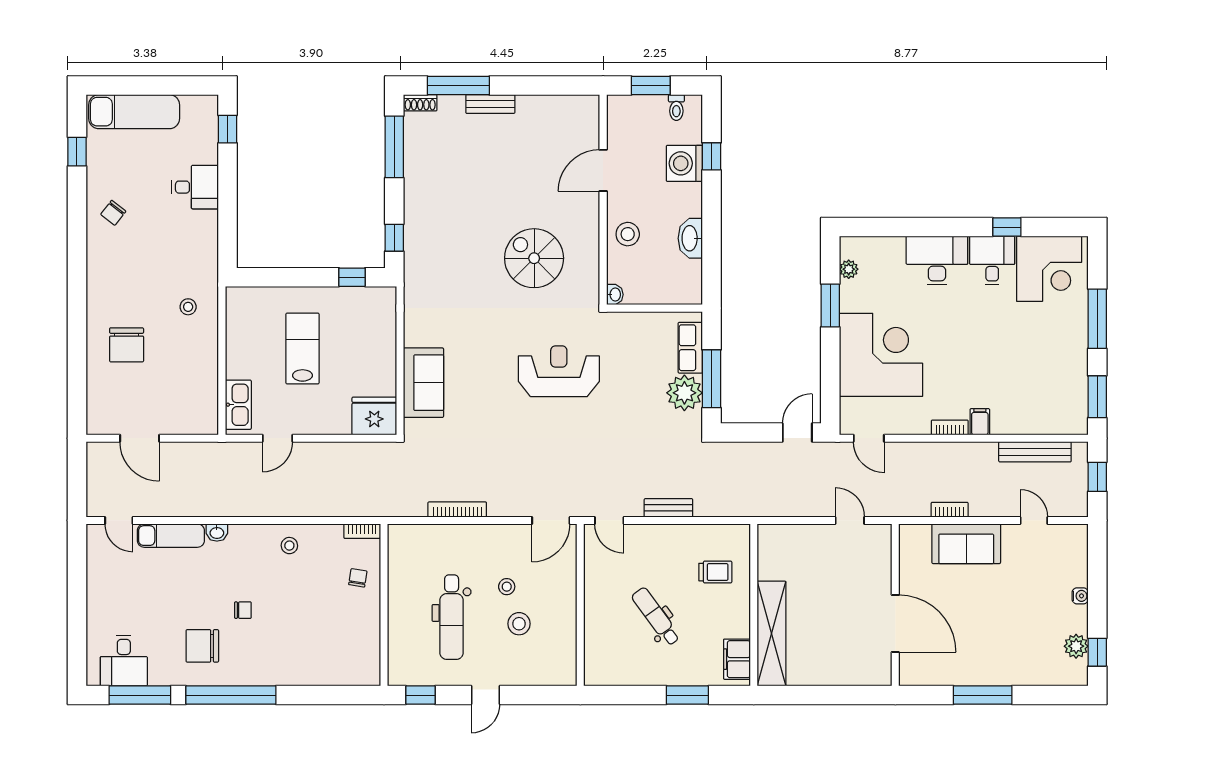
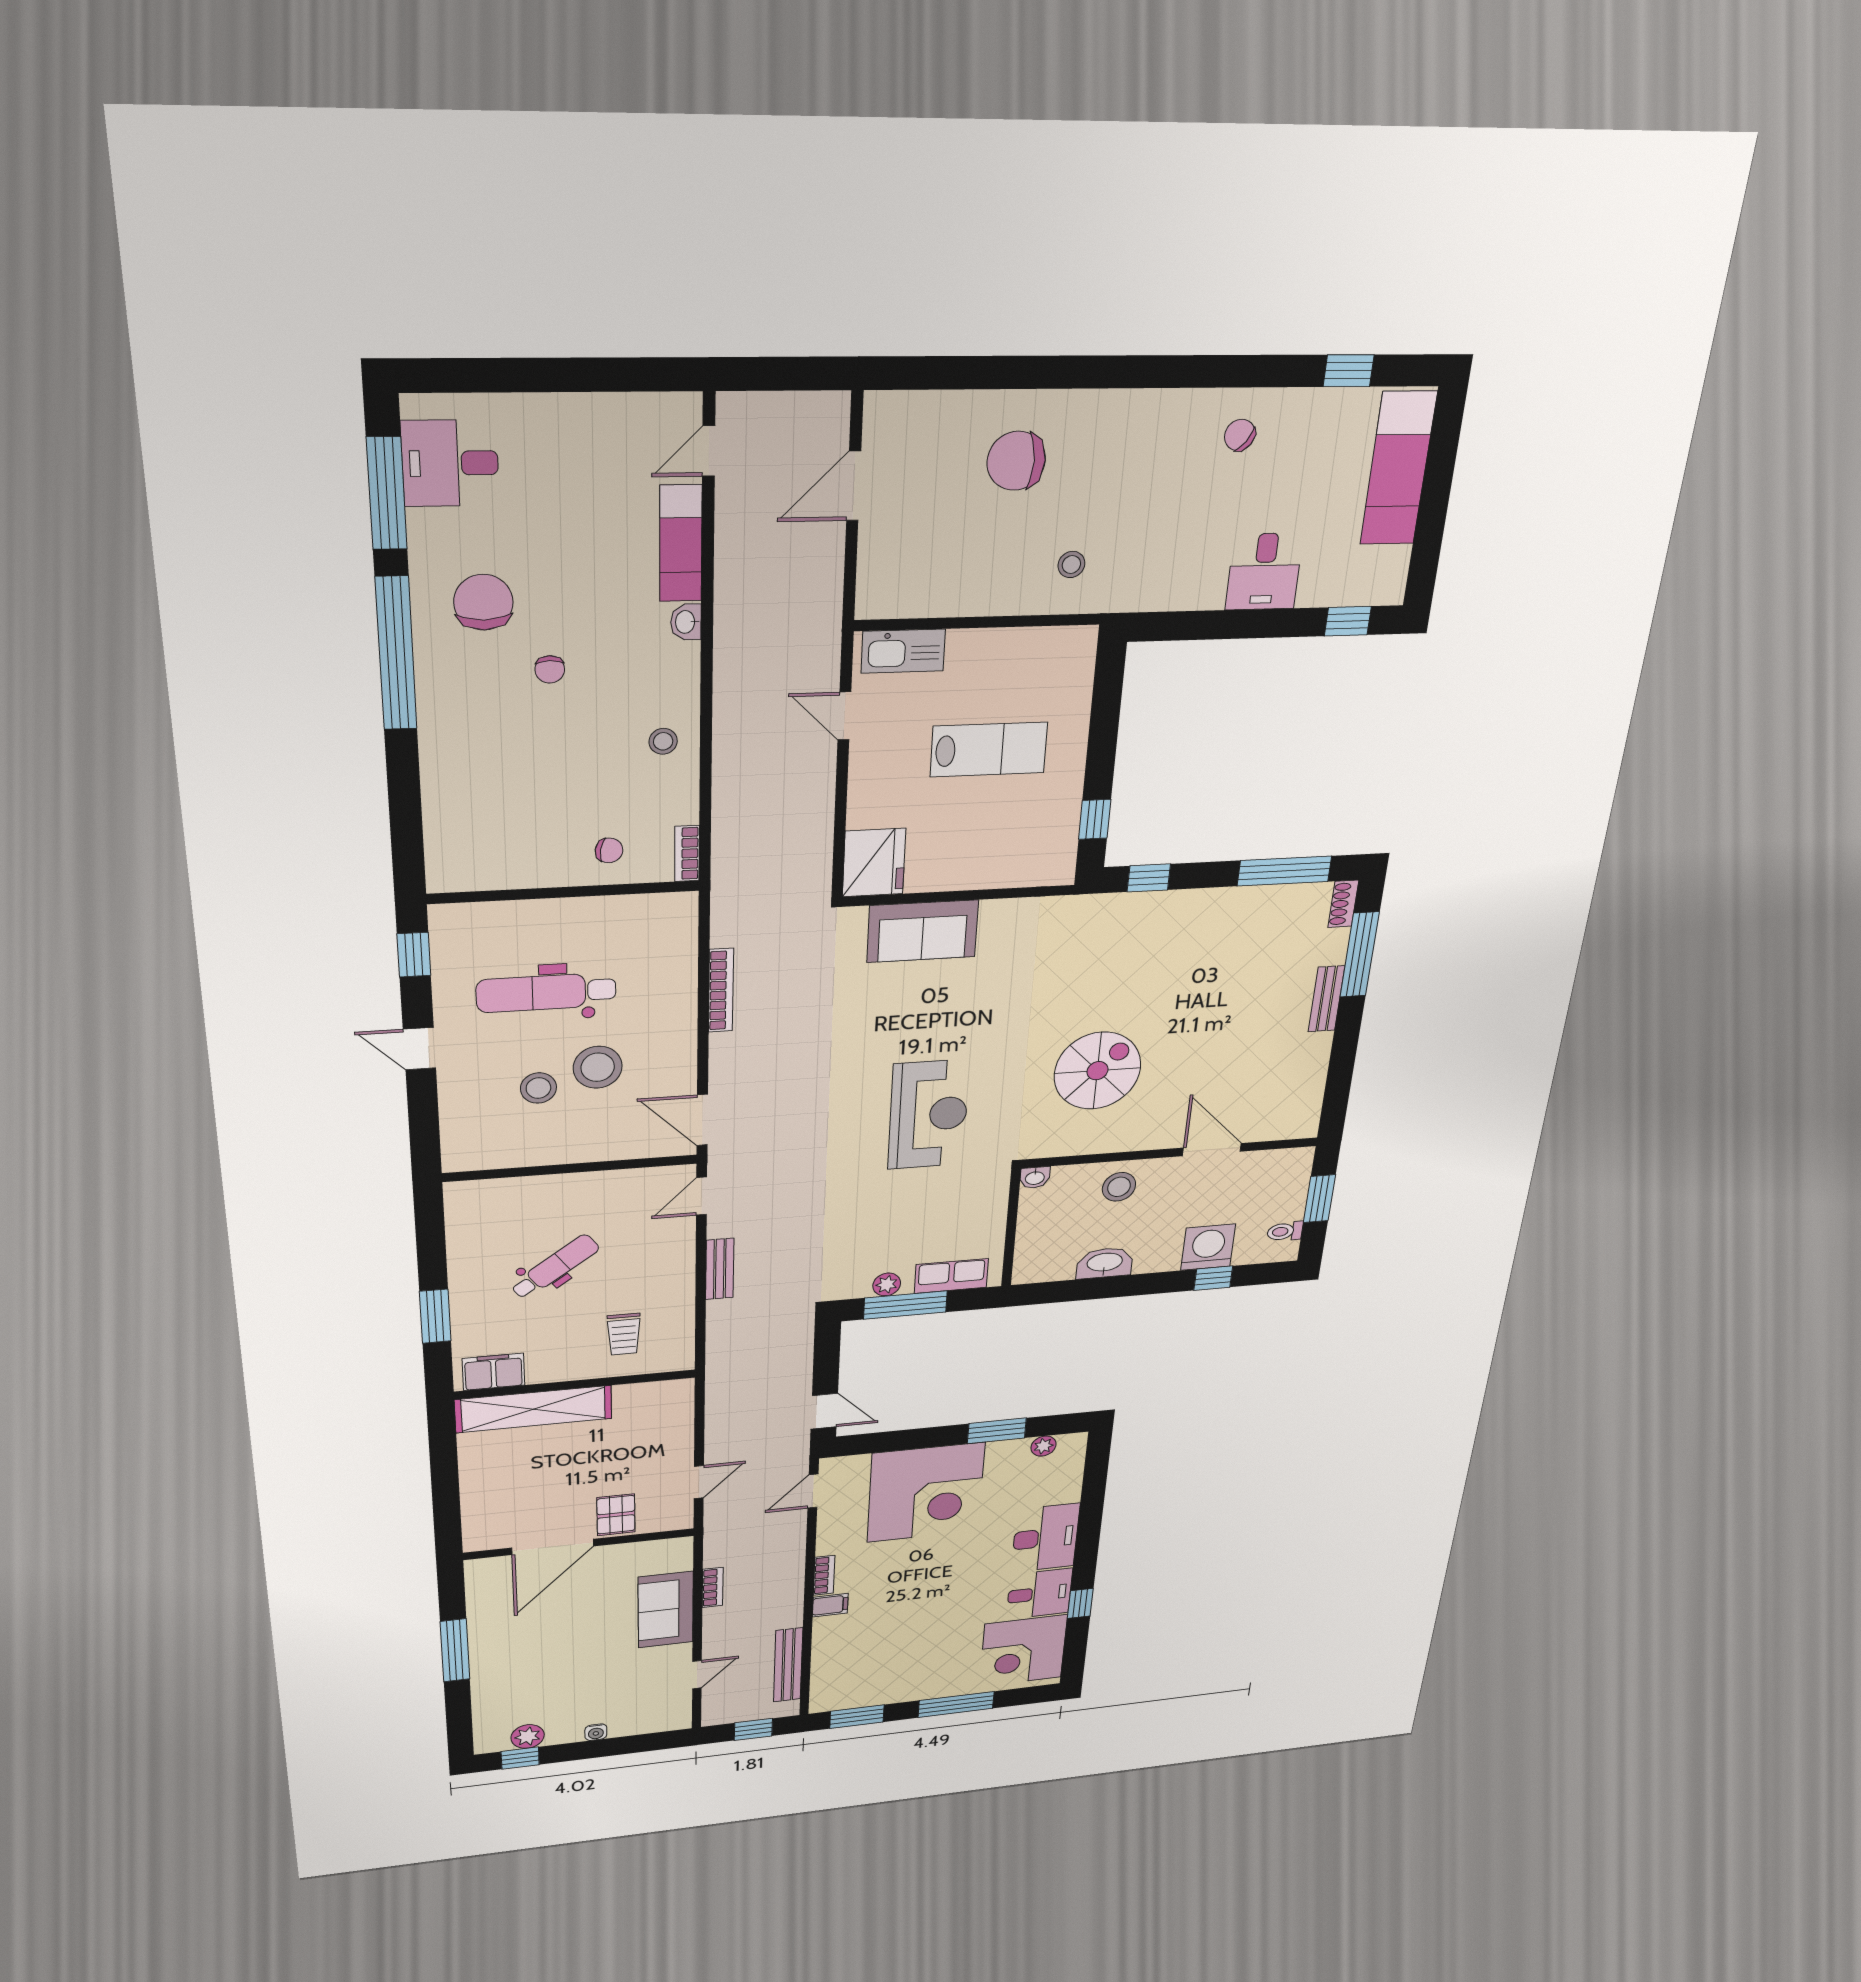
plant: (684, 393) -> (887, 1284), width x0.53, depth x0.53
pallet: (872, 579) -> (616, 1515), added
stool: (507, 587) -> (598, 1067), width x1.89, depth x1.89

